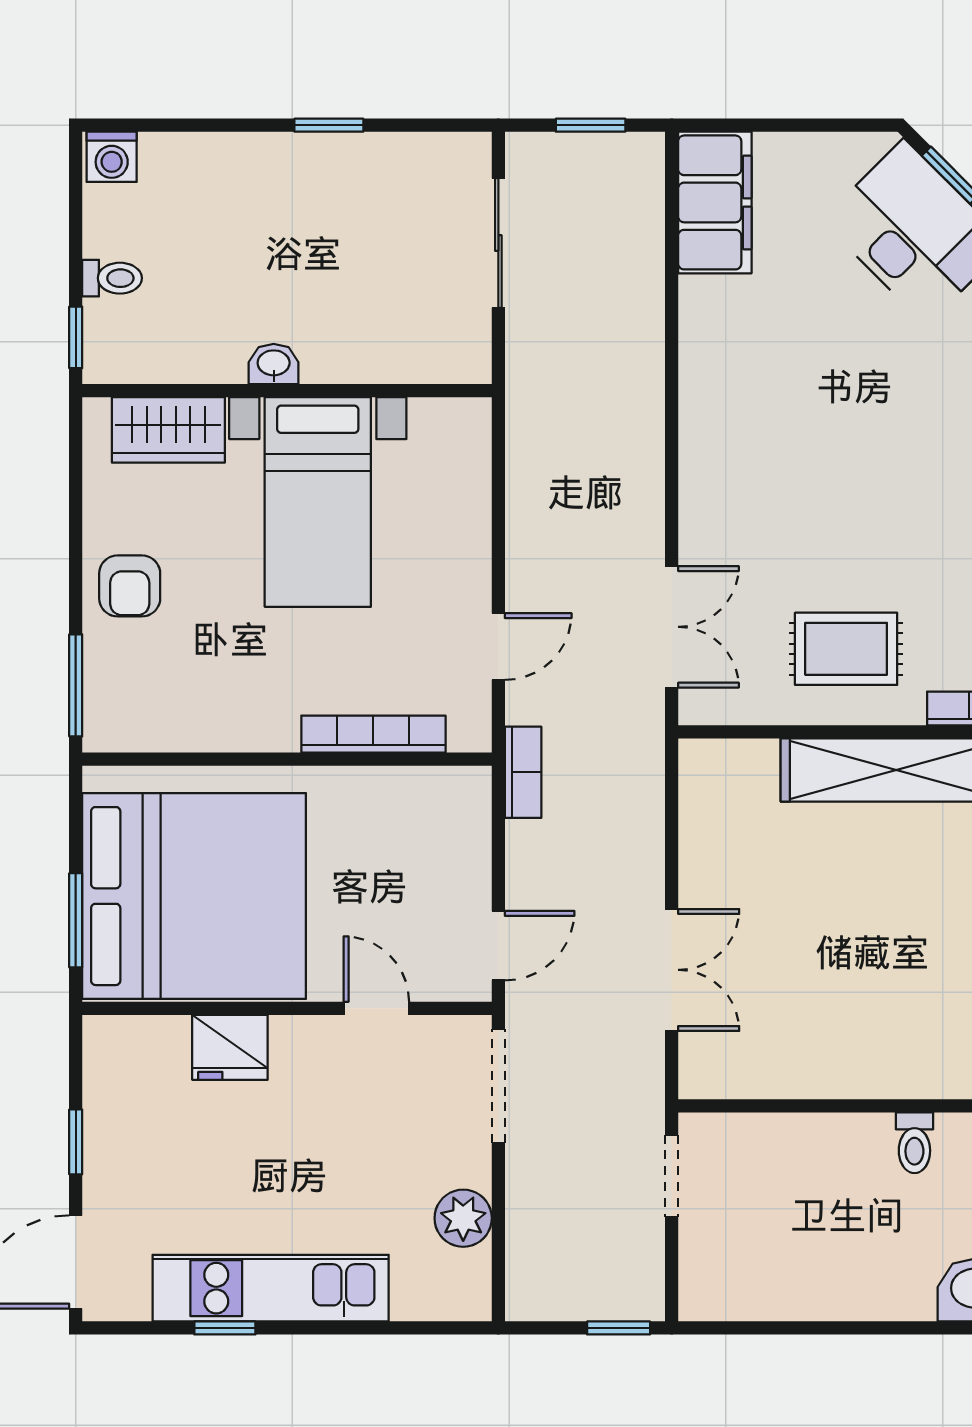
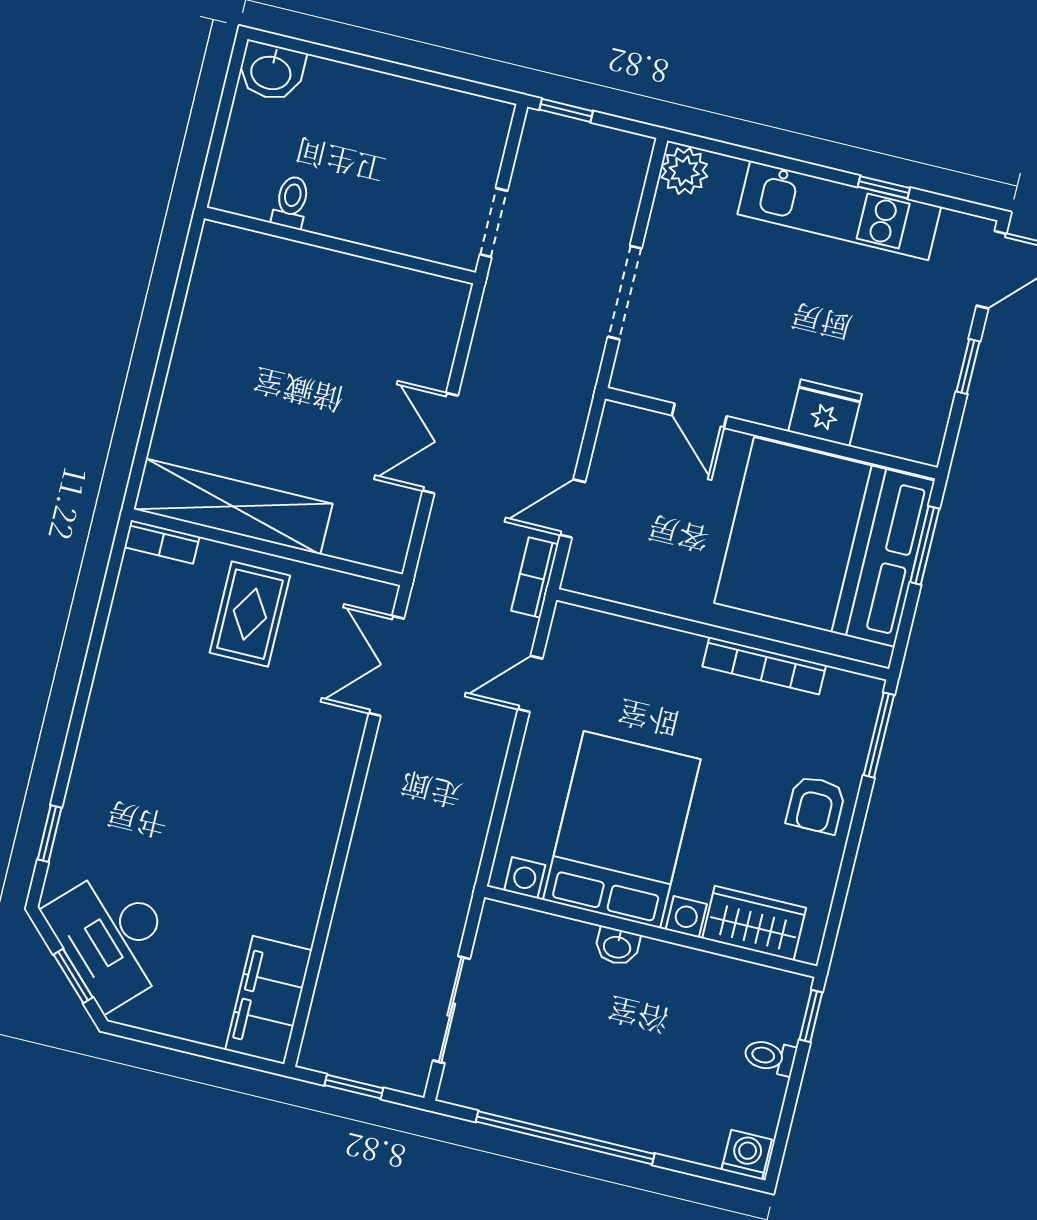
window: (329, 125) -> (565, 1138), width x3.17
washbasin: (274, 364) -> (617, 946), moved
bed with nightstands: (318, 502) -> (622, 830), width x1.36
armchair: (130, 586) -> (816, 805), turned 180
rug: (846, 649) -> (250, 614), turned 90
bookcase: (373, 734) -> (764, 666), moved
door: (498, 946) -> (573, 508), moved
double door: (672, 970) -> (440, 443), moved
doorway: (498, 1086) -> (625, 293), moved
plant: (463, 1218) -> (684, 171), moved

